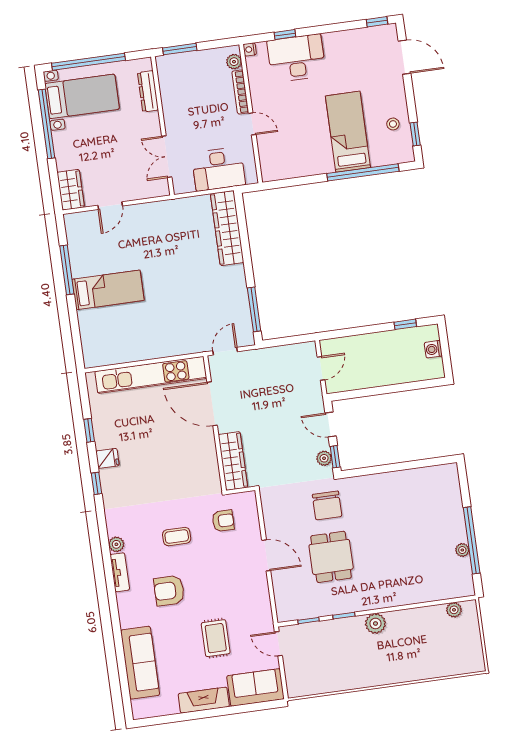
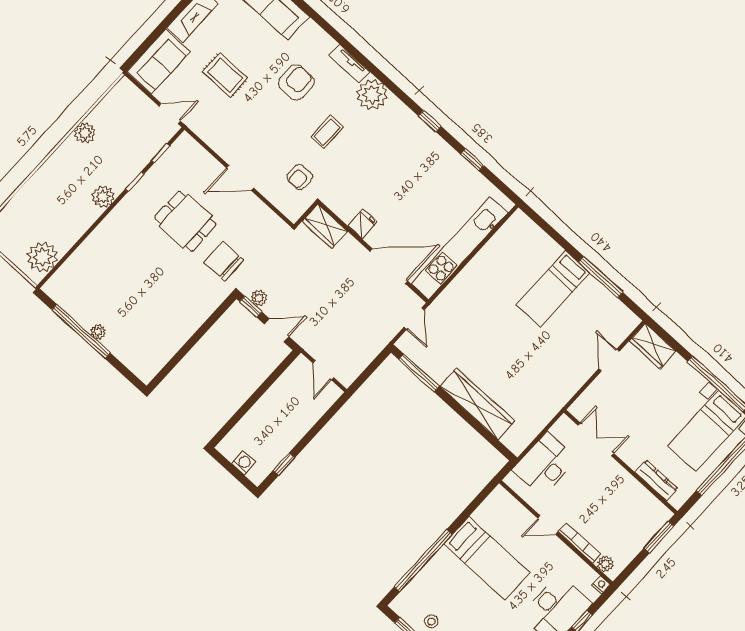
bed: (348, 132) -> (487, 558), moved
wardrobe: (227, 228) -> (477, 404), moved
fridge: (107, 458) -> (362, 224), moved, turned 180
wardrobe: (233, 461) -> (325, 226), width x0.67
plant: (116, 544) -> (372, 95), width x1.87, depth x1.87
plant: (462, 550) -> (98, 332), moved
plant: (454, 610) -> (42, 257), width x1.87, depth x1.87
plant: (351, 680) -> (85, 133), added

